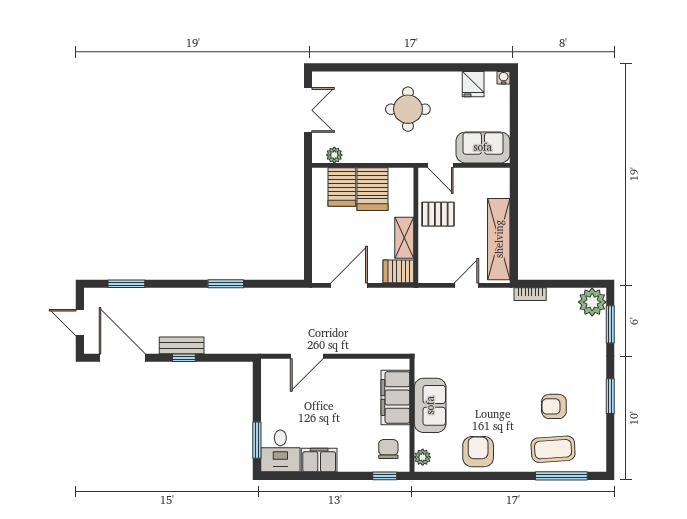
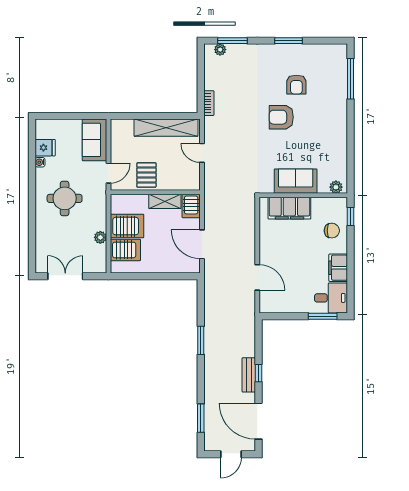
water cooler: (504, 78) -> (40, 162), moved
plant: (334, 155) -> (100, 237), moved
plant: (592, 302) -> (220, 50), width x0.53, depth x0.53
door: (122, 358) -> (258, 421), hinge flipped
chair: (388, 449) -> (332, 231), moved, turned 180
coffee table: (553, 449) -> (330, 85), removed
armchair: (478, 452) -> (281, 117), moved

